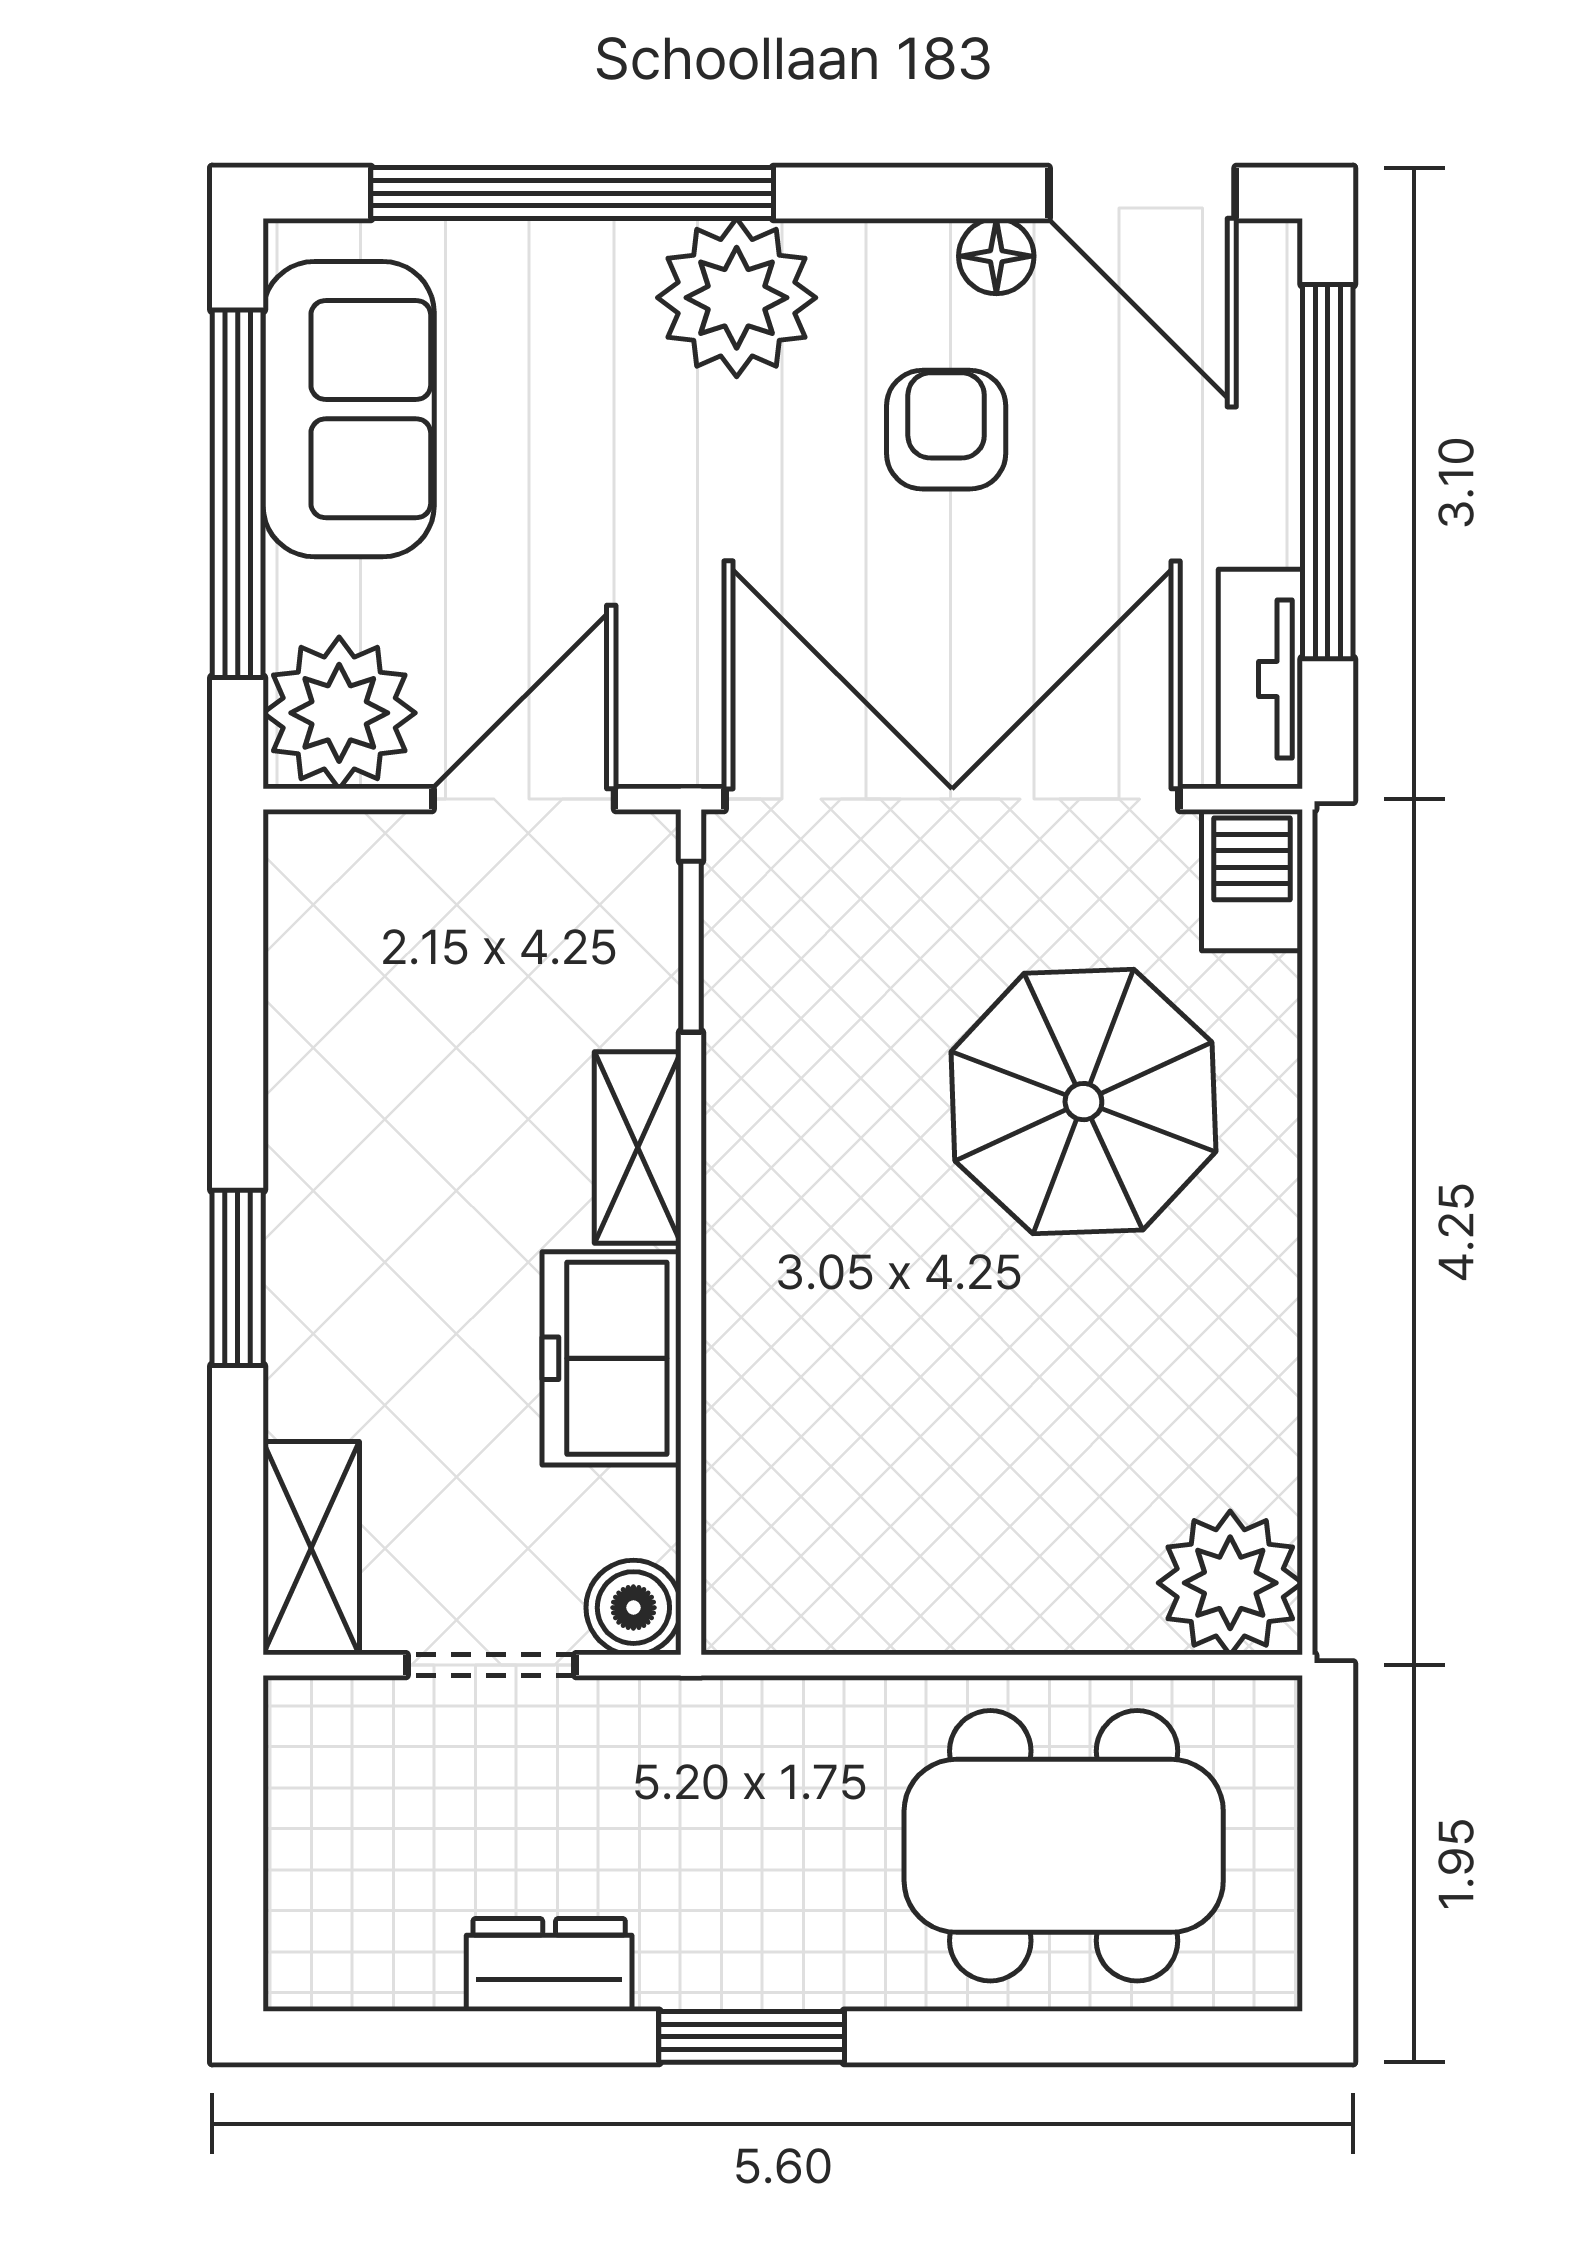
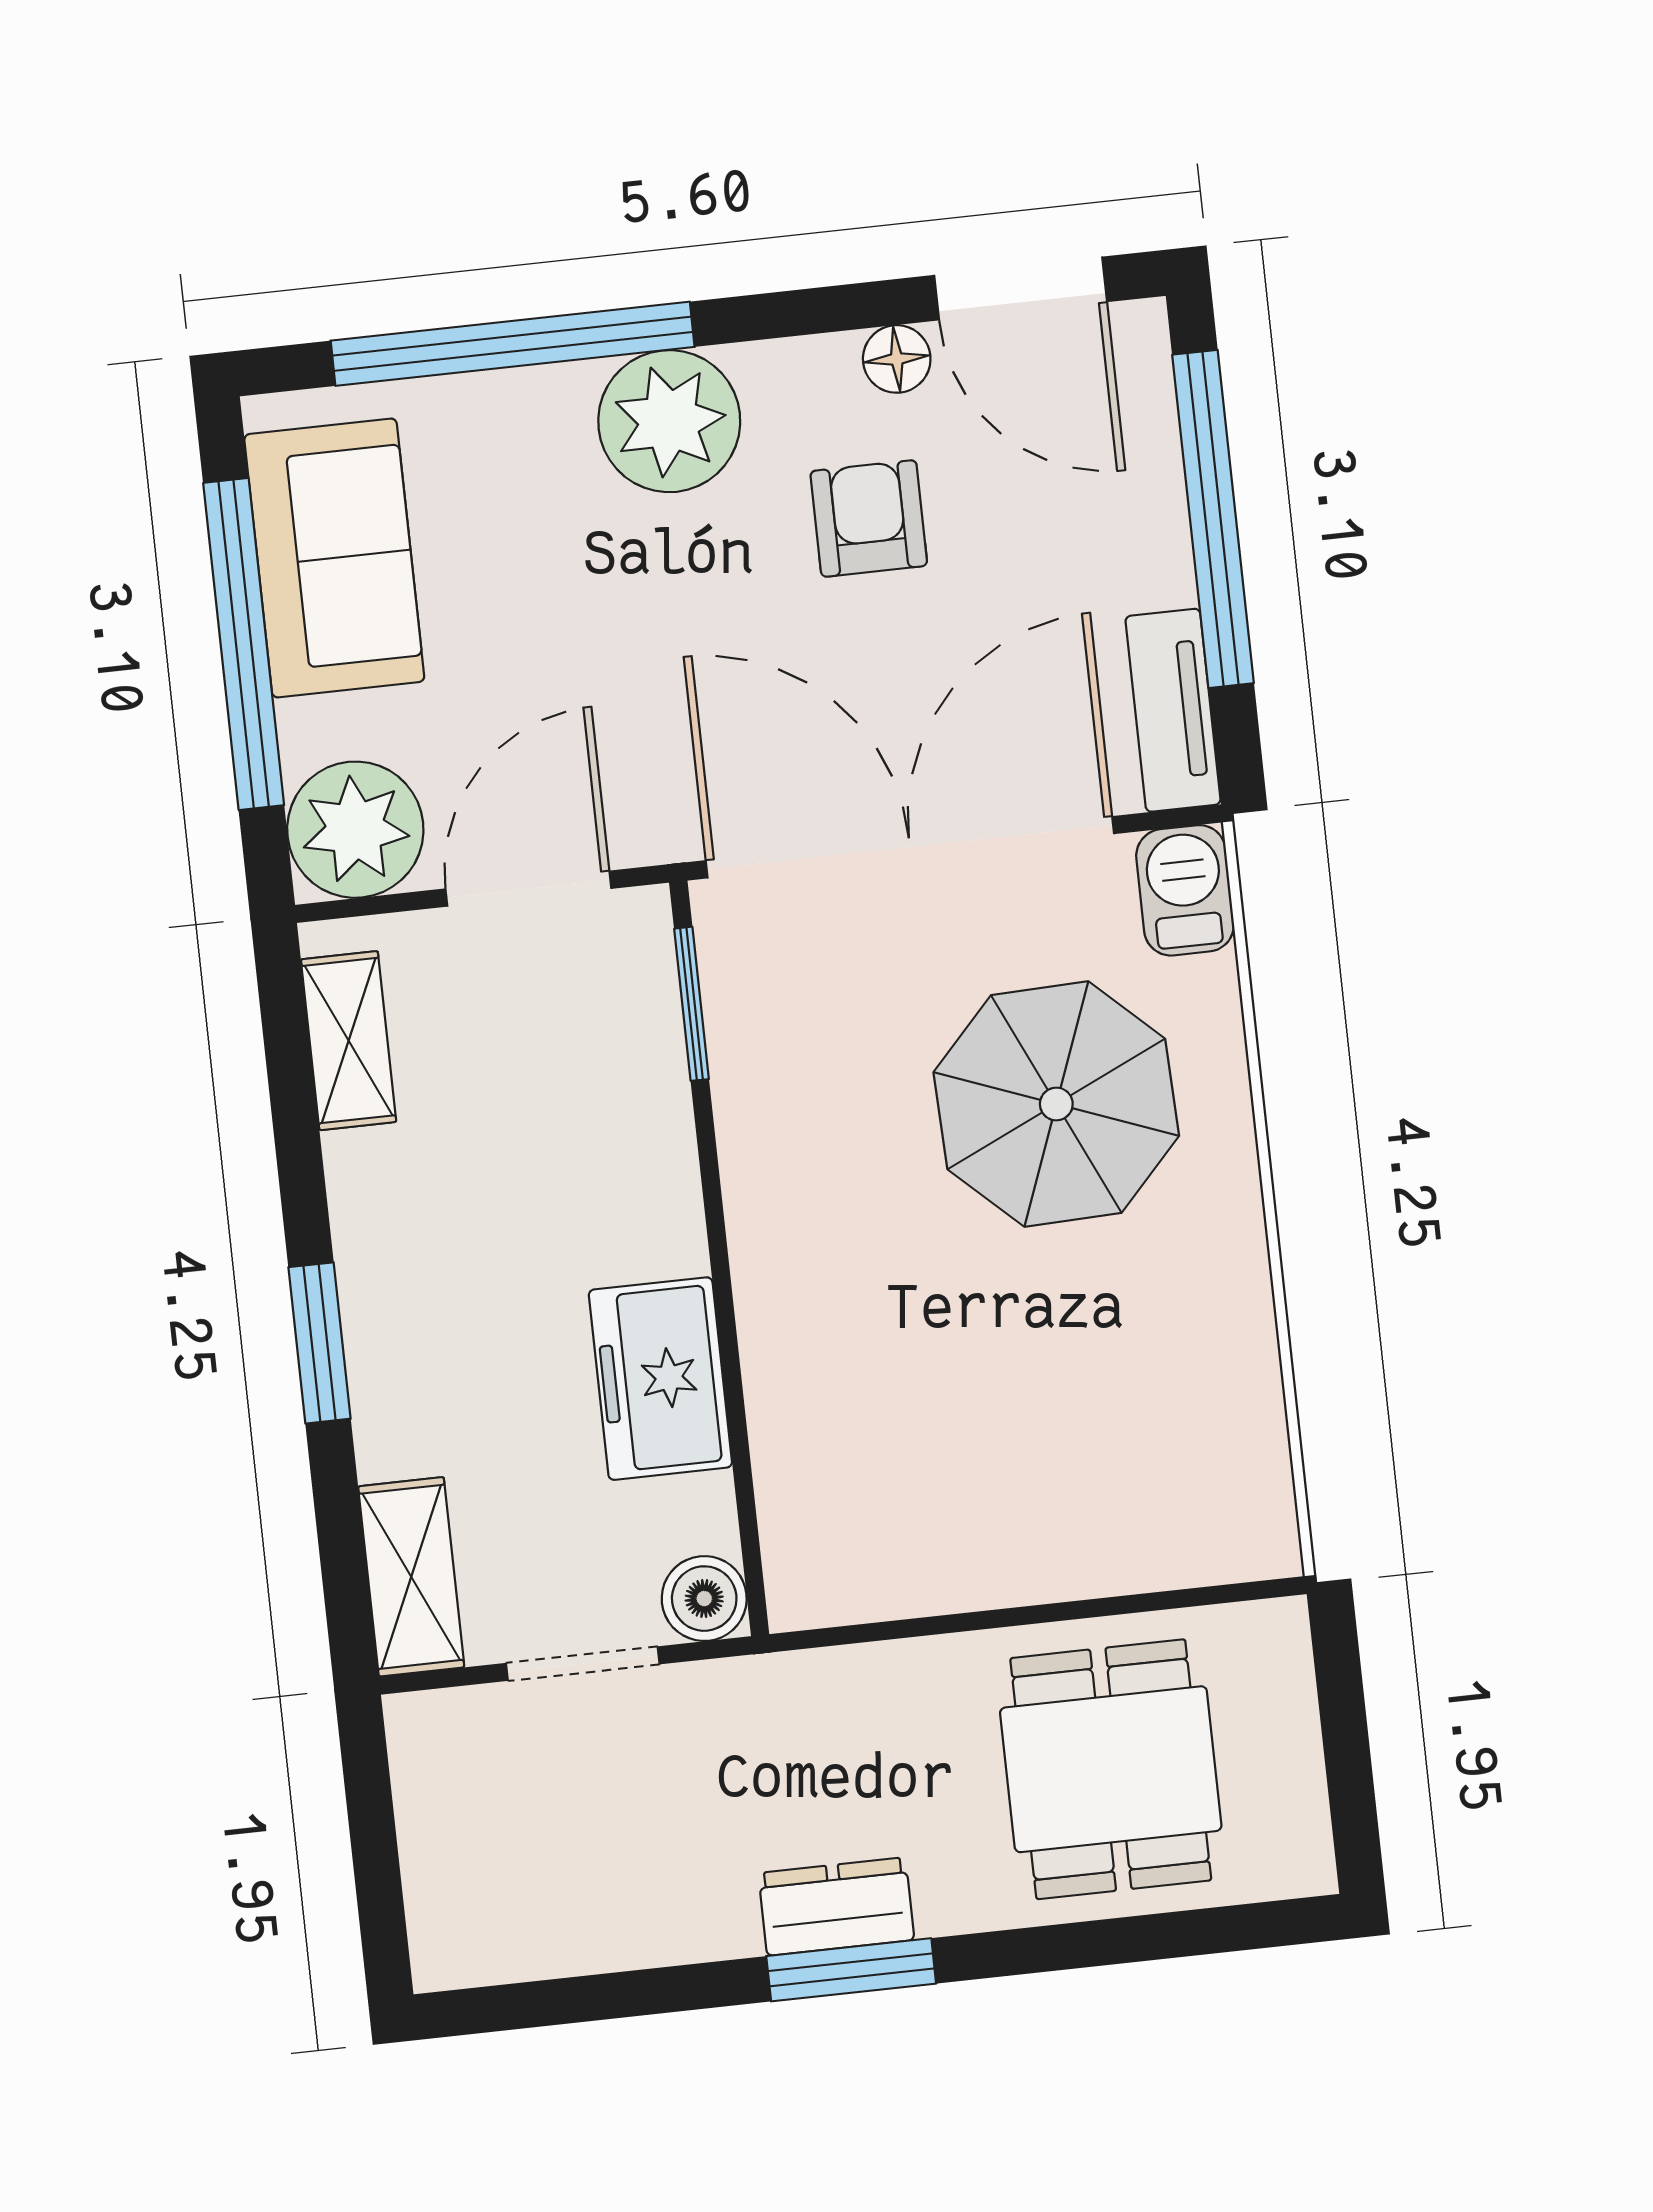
shelving: (638, 1147) -> (349, 1041), moved
plant: (1230, 1583) -> (1234, 1519), removed
dining table: (1064, 1846) -> (1111, 1769), width x0.73
dresser: (549, 1965) -> (836, 1907), moved

